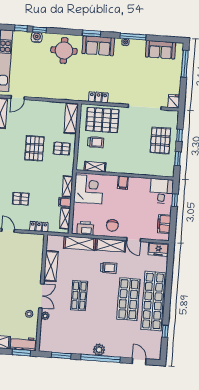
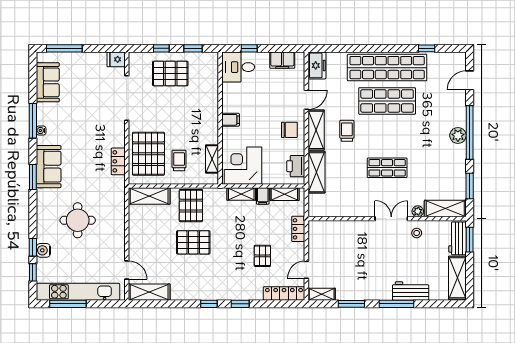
round table: (64, 51) -> (78, 220), moved
pallet: (62, 149) -> (191, 206), width x1.50, depth x1.42
shelving: (51, 266) -> (445, 209), moved

